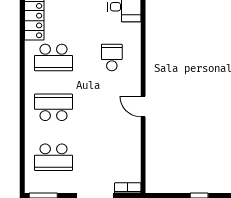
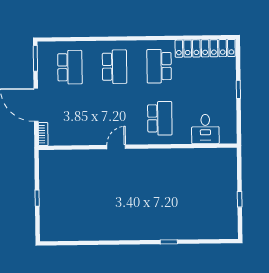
school desk: (112, 58) -> (160, 118), width x1.85
school desk: (54, 157) -> (70, 67), turned 180

